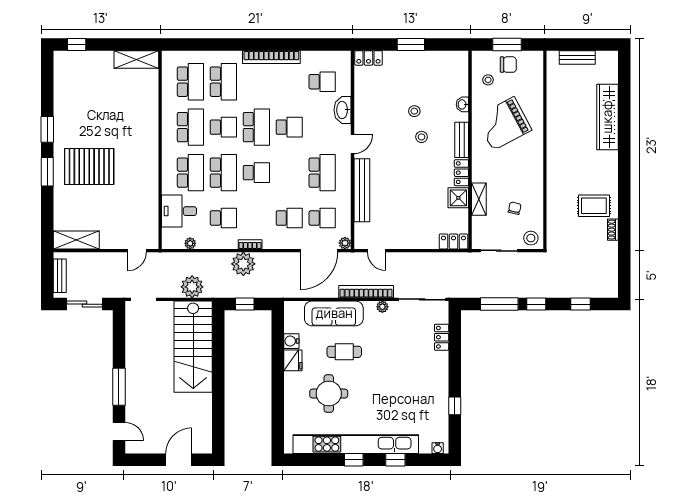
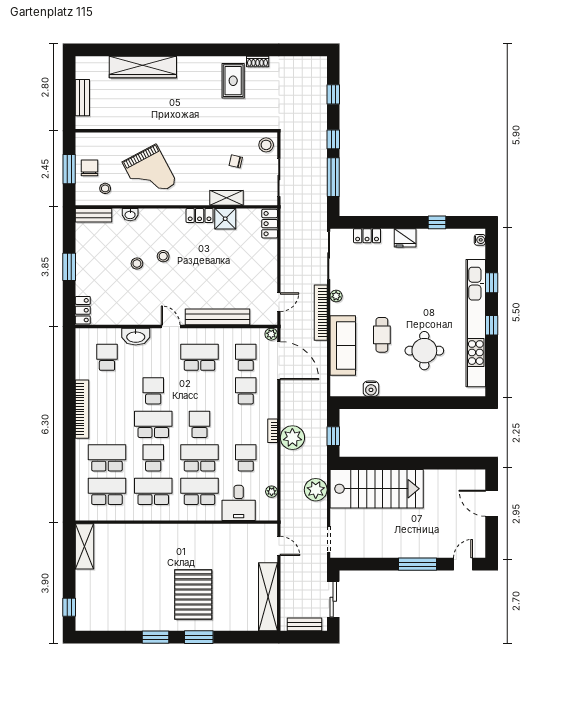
bench: (462, 140) -> (93, 215), moved
shelving: (76, 240) -> (268, 597), width x1.47
fridge: (293, 360) -> (405, 238), moved, turned 180

